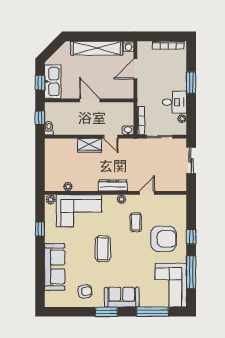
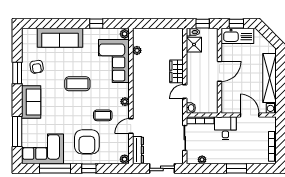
desk: (174, 102) -> (225, 128), moved, turned 180
shower: (62, 127) -> (194, 45), added
dresser: (113, 185) -> (138, 150), moved
door: (147, 193) -> (131, 126), swing flipped
plant: (182, 199) -> (125, 159), added
window: (106, 312) -> (17, 73), moved

